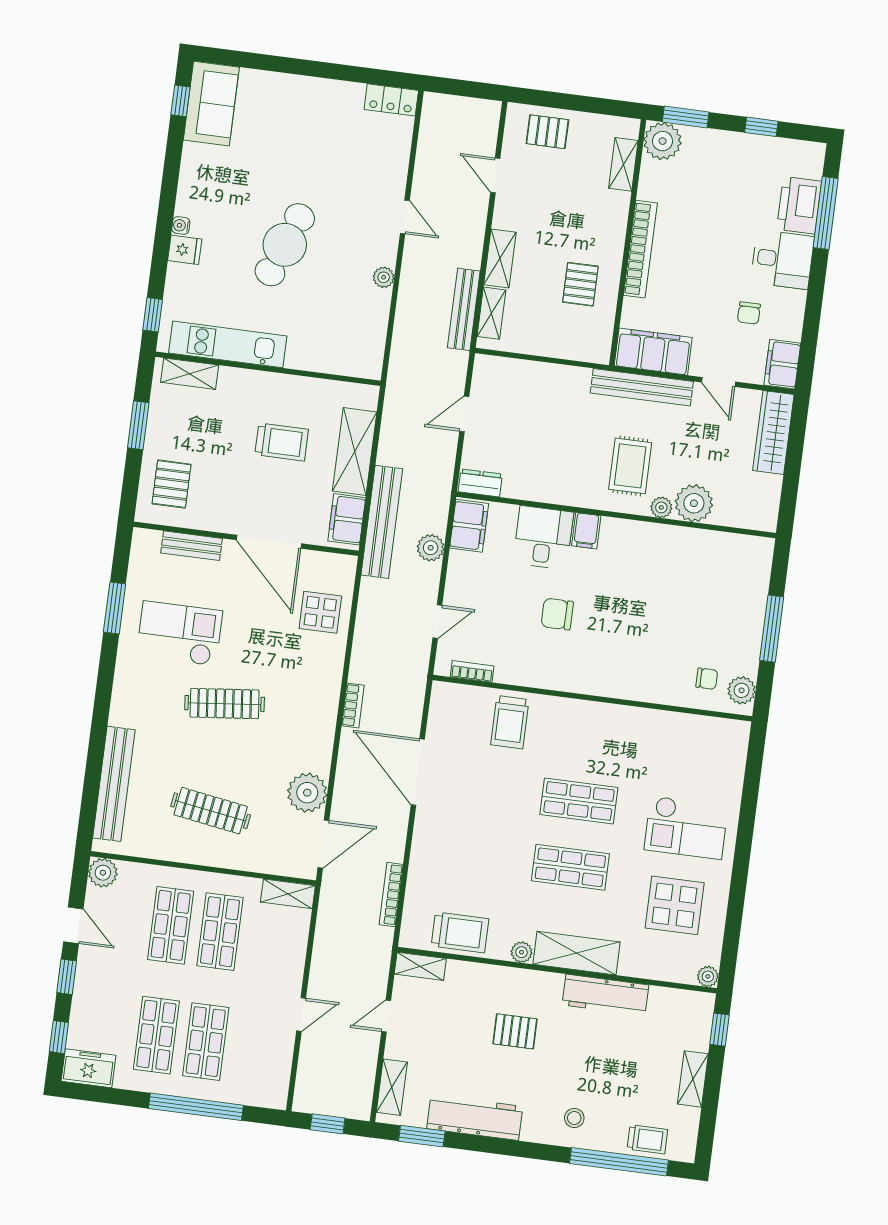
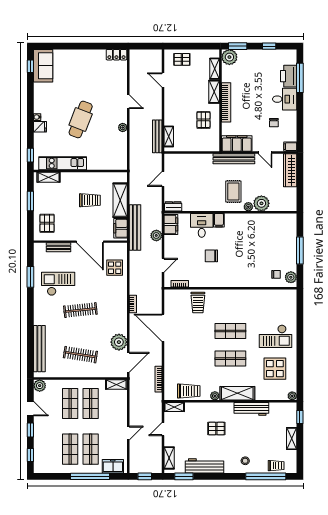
shelving: (500, 258) -> (214, 92), moved
filing cabinet: (782, 364) -> (290, 147), width x0.50
freezer: (88, 1068) -> (113, 466), moved

